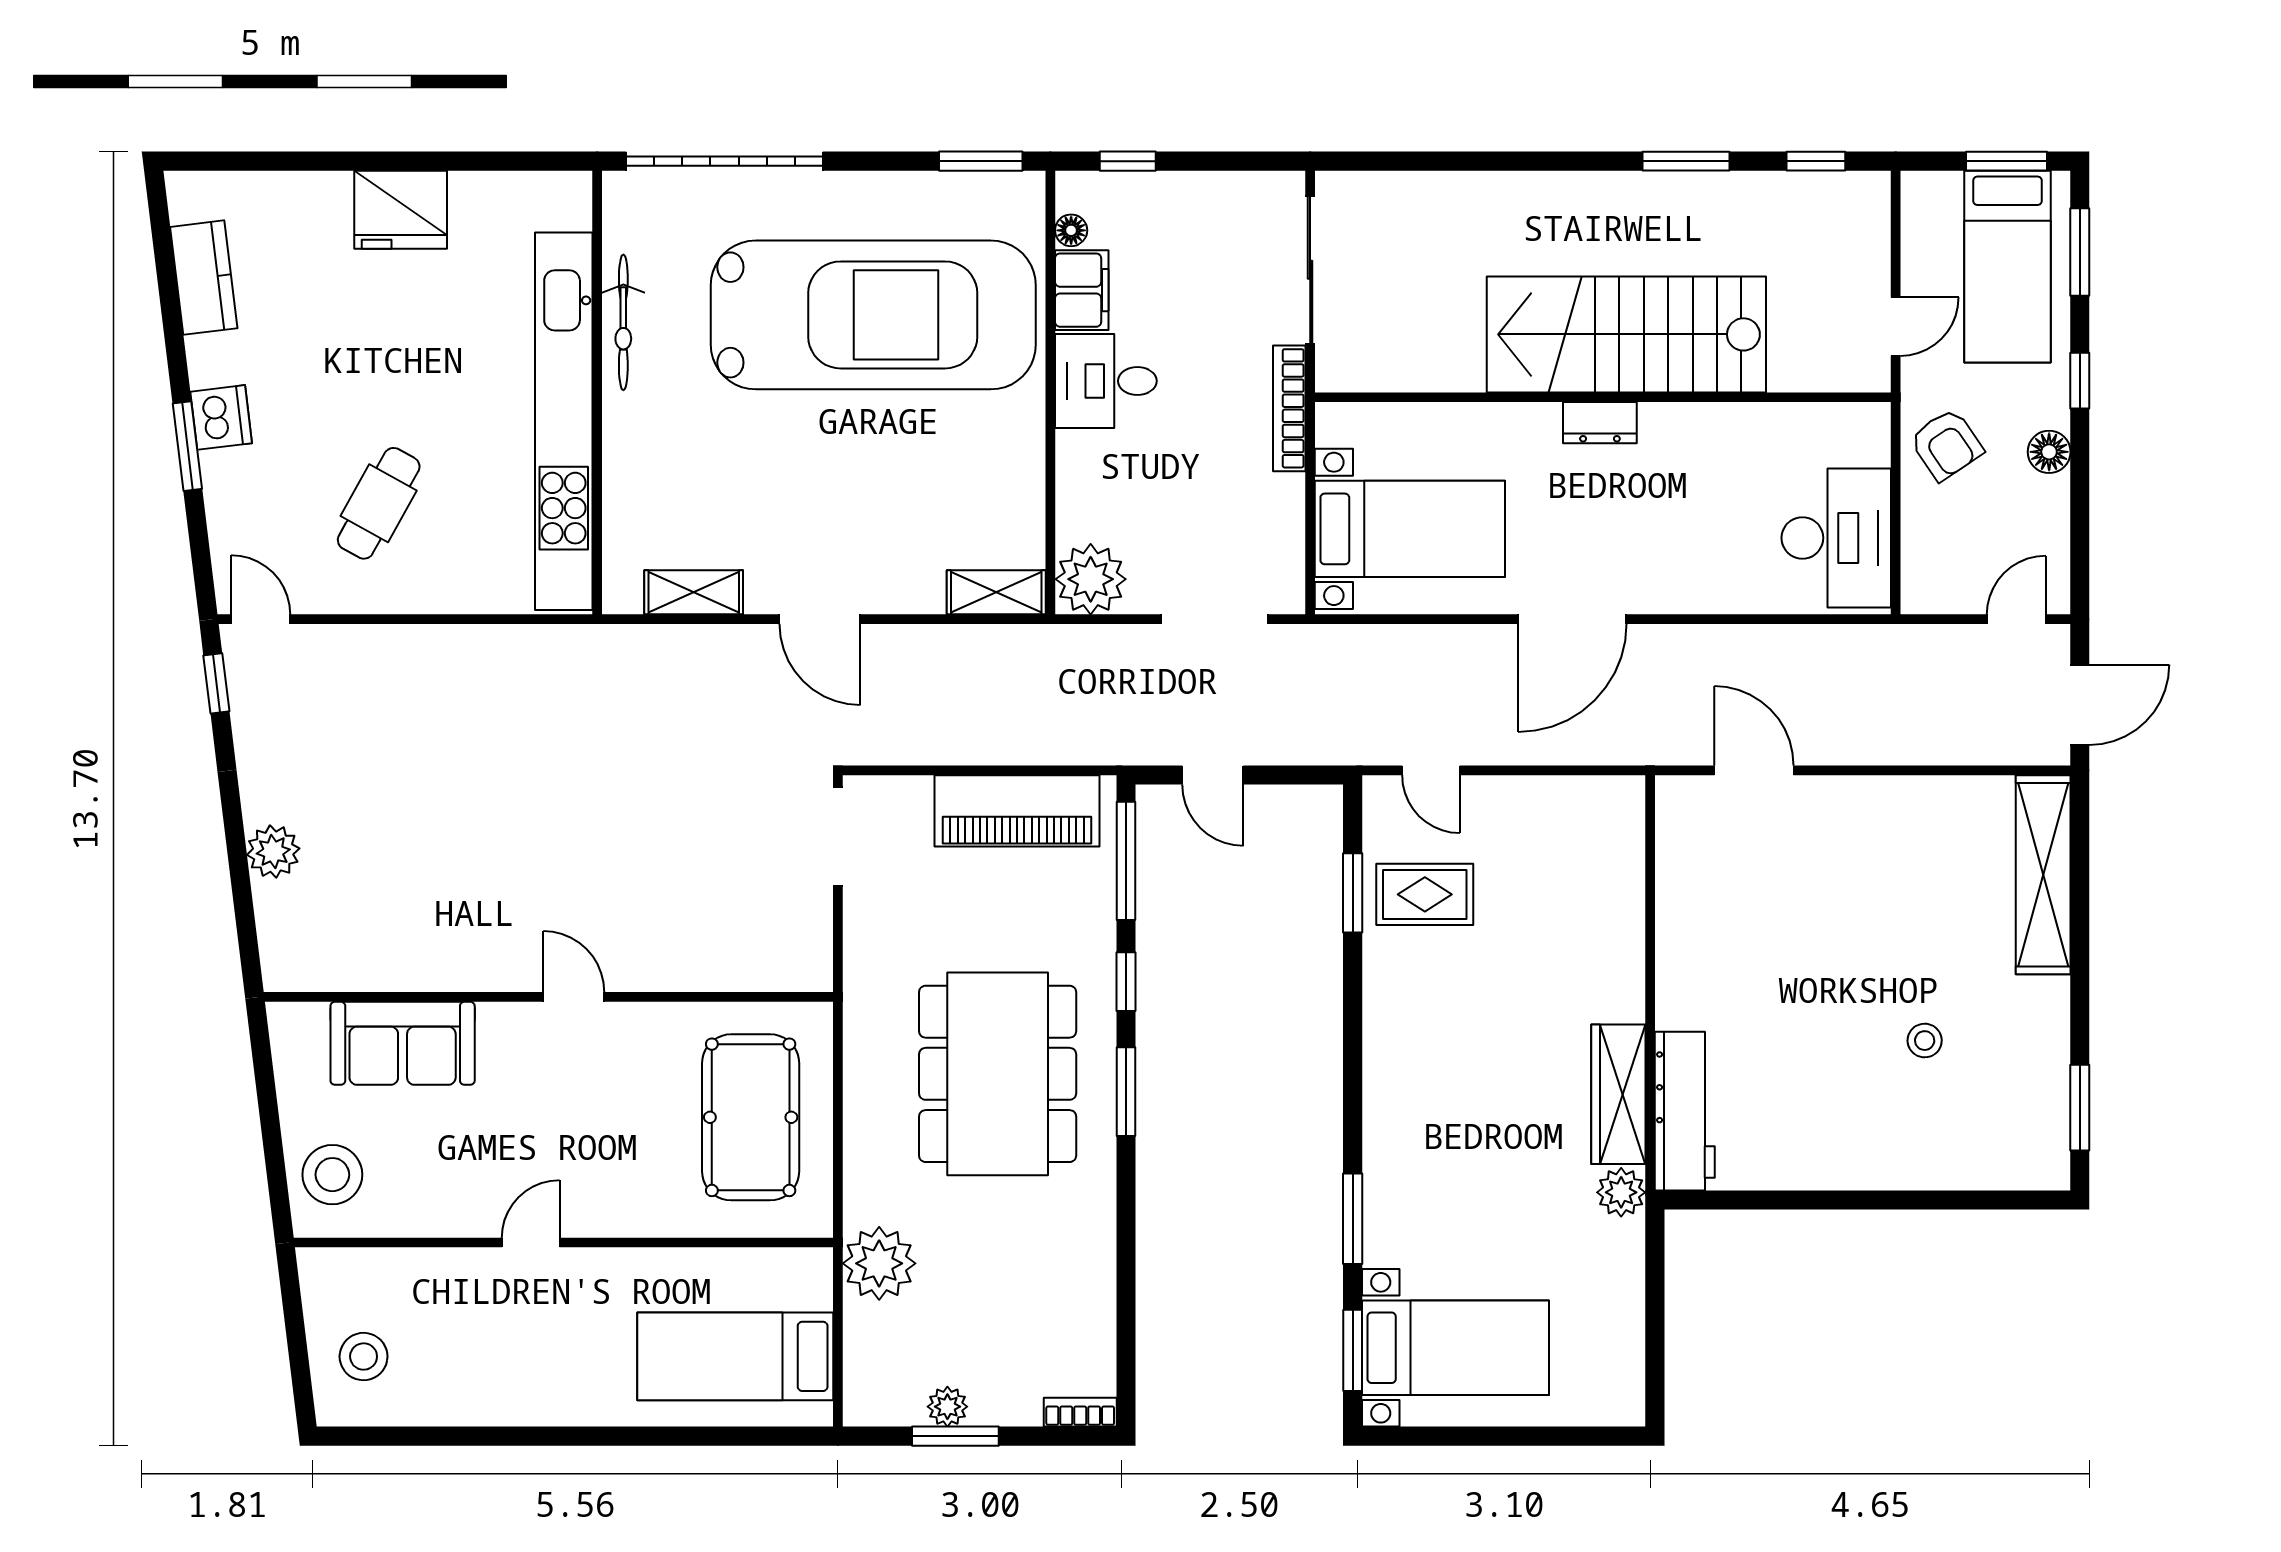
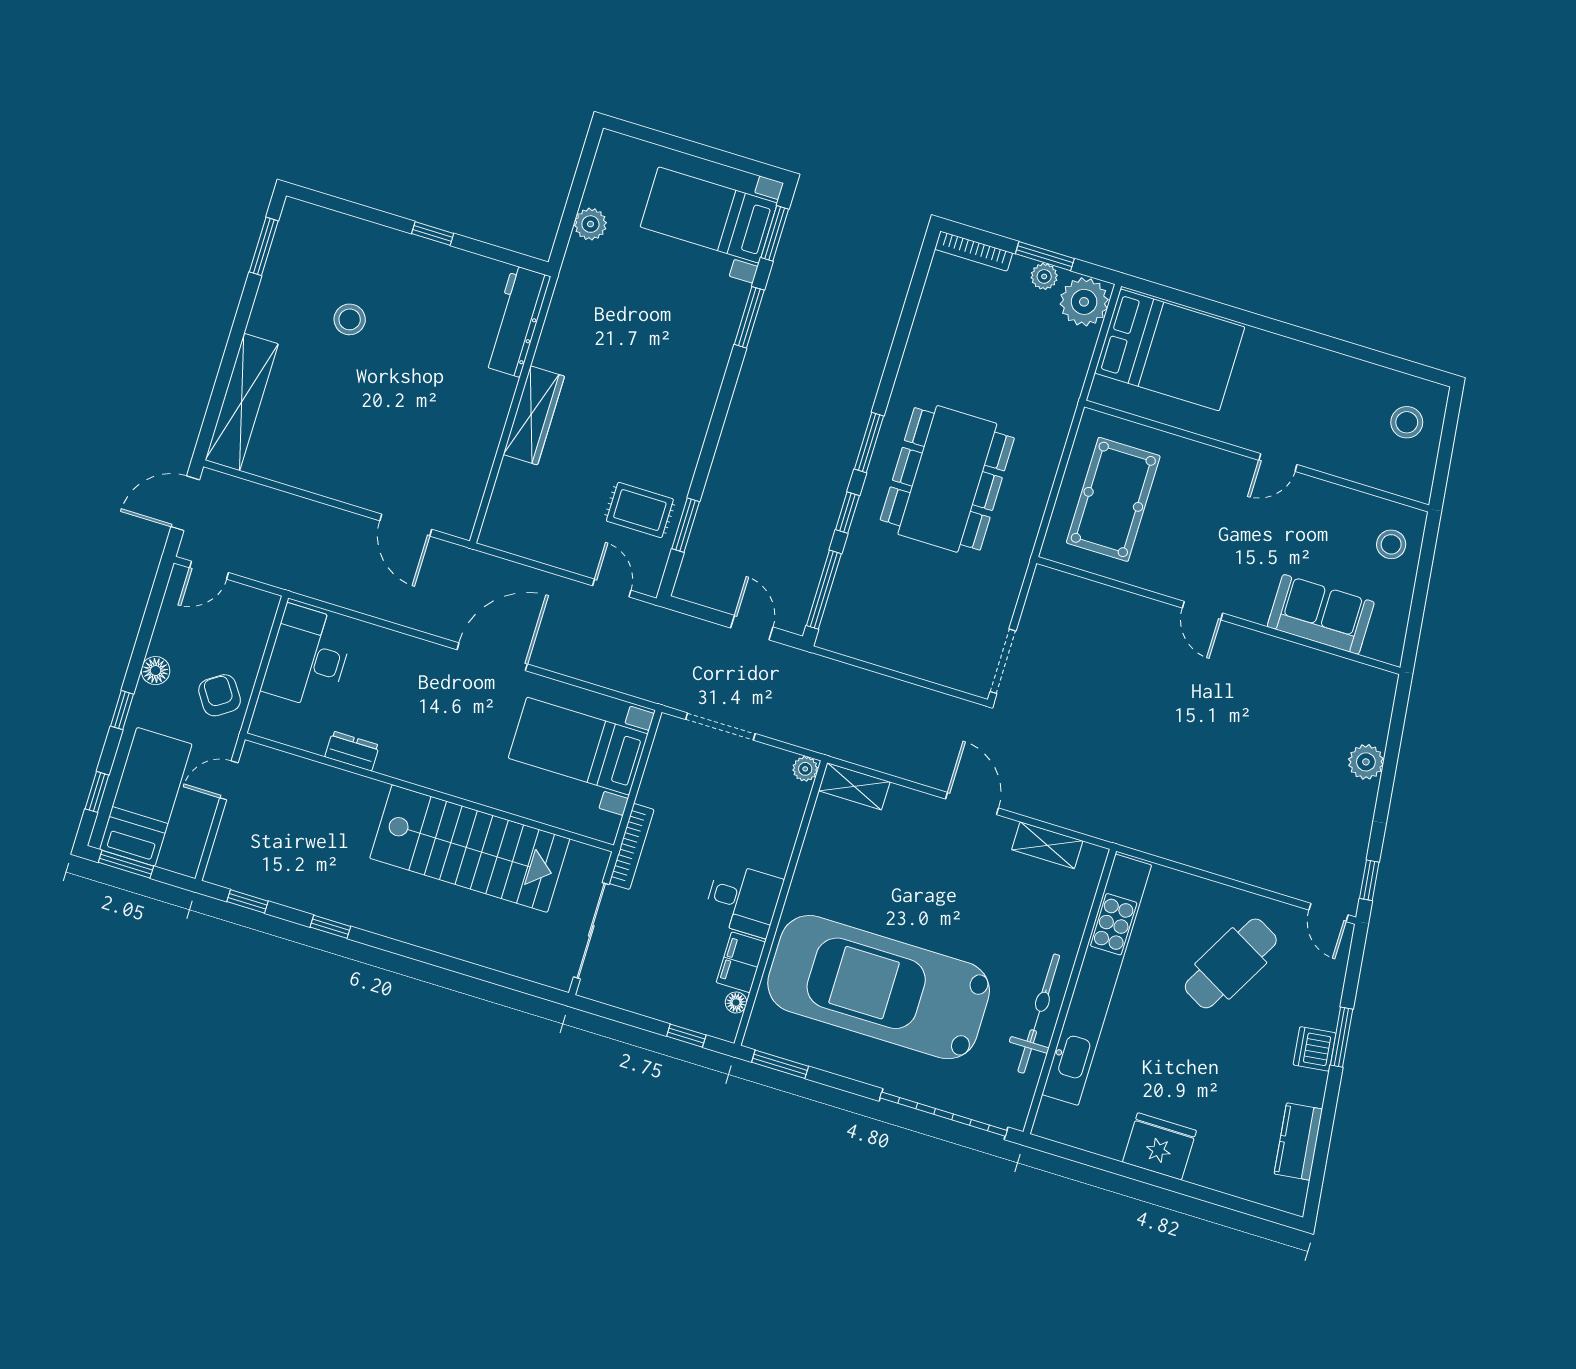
window: (1686, 161) -> (330, 927), width x0.67
window: (2080, 252) -> (97, 792), width x0.67
bicycle: (623, 322) -> (1039, 1014), width x1.37, depth x1.40
stairs: (1626, 334) -> (470, 848), moved
dresser: (1600, 423) -> (352, 751), moved
cafe table: (379, 503) -> (1231, 963), width x1.37, depth x1.35
plant: (1091, 579) -> (805, 769), width x0.53, depth x0.53
piano: (1017, 811) -> (884, 643), removed
stool: (1925, 1041) -> (350, 319), width x1.37, depth x1.37
wardrobe: (1618, 1094) -> (534, 415), moved
stool: (332, 1175) -> (1391, 544), width x0.73, depth x0.73
plant: (1621, 1192) -> (590, 224), moved
window: (1843, 1200) -> (433, 234), added
plant: (879, 1263) -> (1084, 302), moved
bed: (735, 1356) -> (1170, 350), width x1.50
bookcase: (1080, 1412) -> (974, 251), width x1.56

